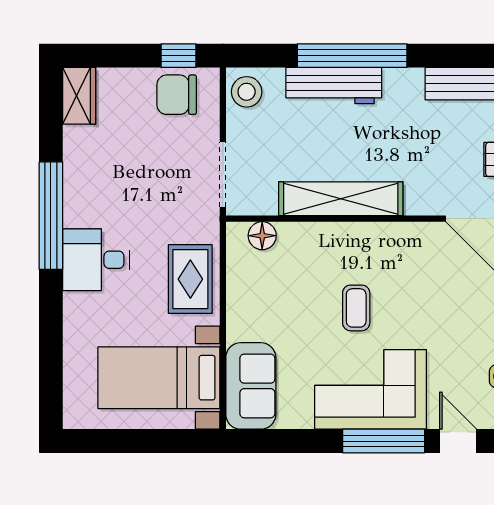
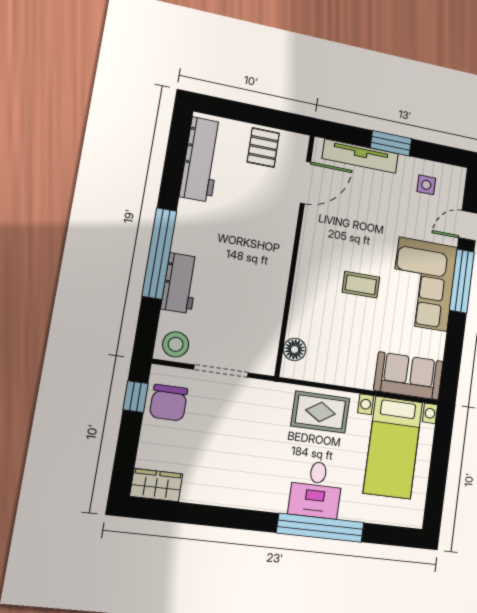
workbench: (334, 86) -> (180, 283), width x0.73
doorway: (223, 175) -> (221, 371), moved
shelving: (341, 199) -> (275, 282), removed
window: (51, 216) -> (320, 528), moved
desk: (96, 260) -> (316, 489), moved

